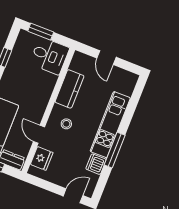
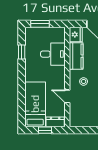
desk: (49, 56) -> (53, 54), moved
fridge: (42, 158) -> (76, 34), moved

